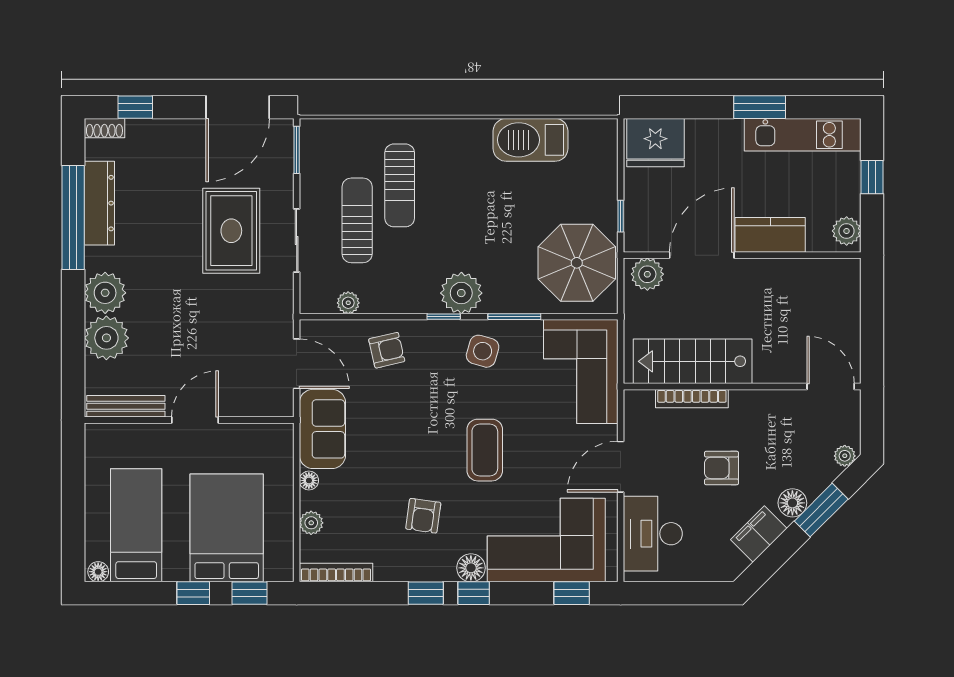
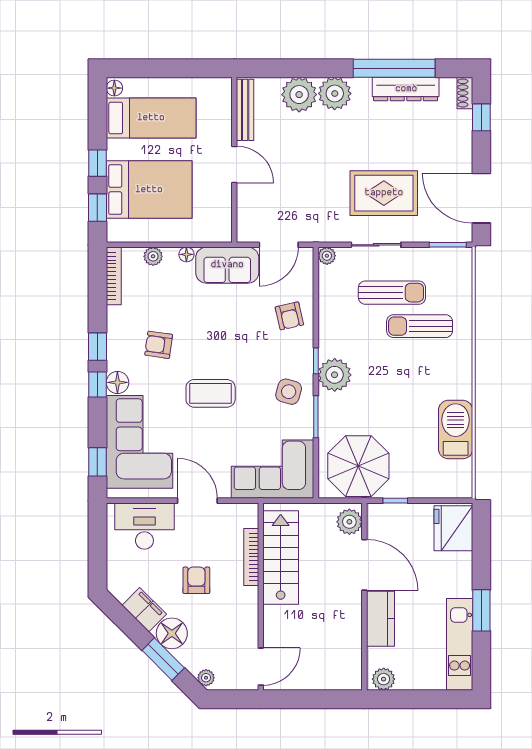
window: (872, 177) -> (426, 699), removed
plant: (348, 303) -> (327, 256), moved
floor lamp: (792, 503) -> (172, 633), width x1.38, depth x1.38

